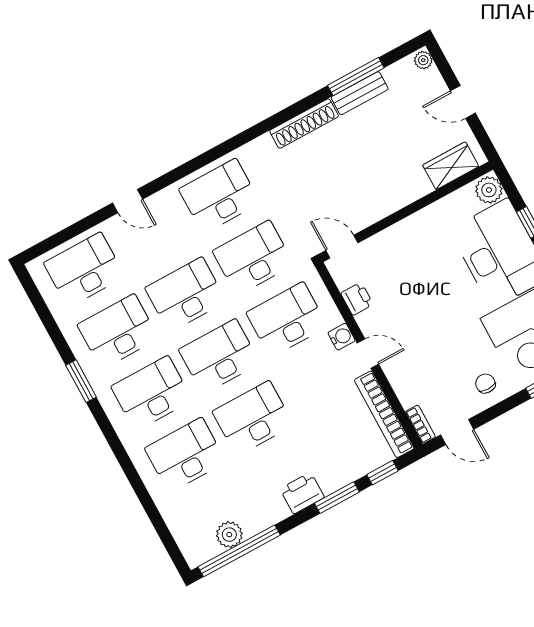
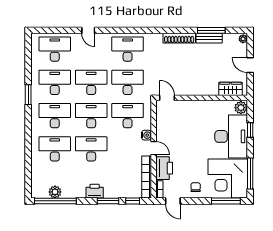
printer: (357, 299) -> (164, 168), moved, width x1.87, depth x1.48

